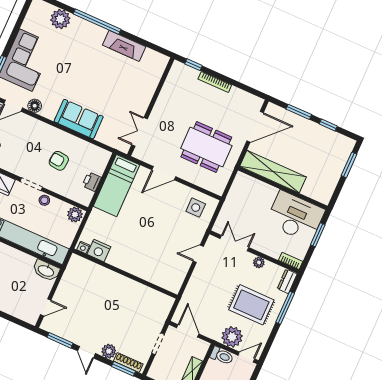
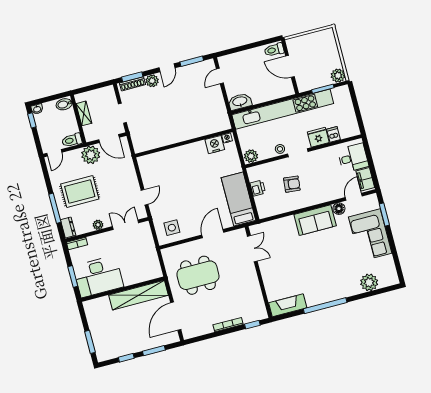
window: (97, 22) -> (325, 306), moved
fireplace: (124, 46) -> (288, 305), moved
sofa: (79, 119) -> (315, 220), moved
double door: (234, 243) -> (126, 225), swing flipped
plant: (232, 337) -> (91, 155), moved
door: (87, 352) -> (167, 68), swing flipped

